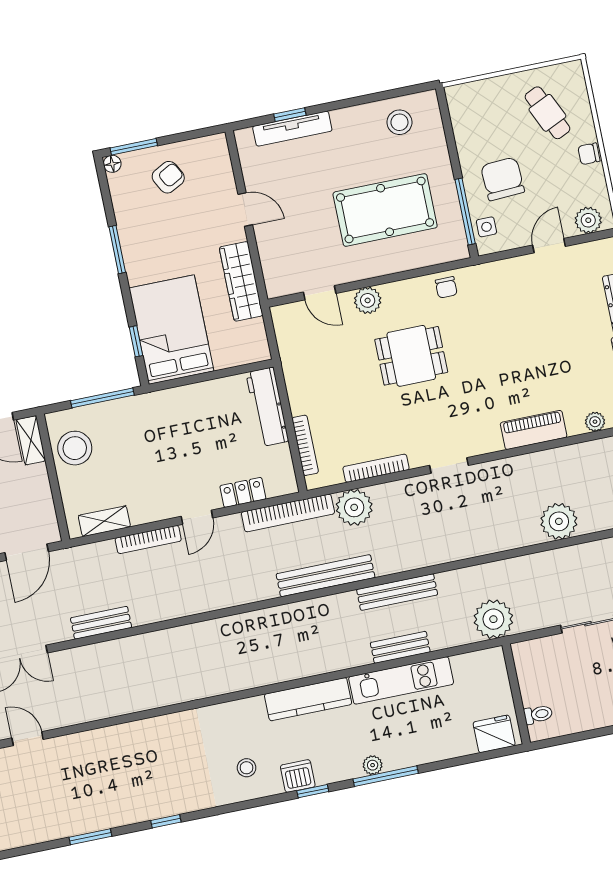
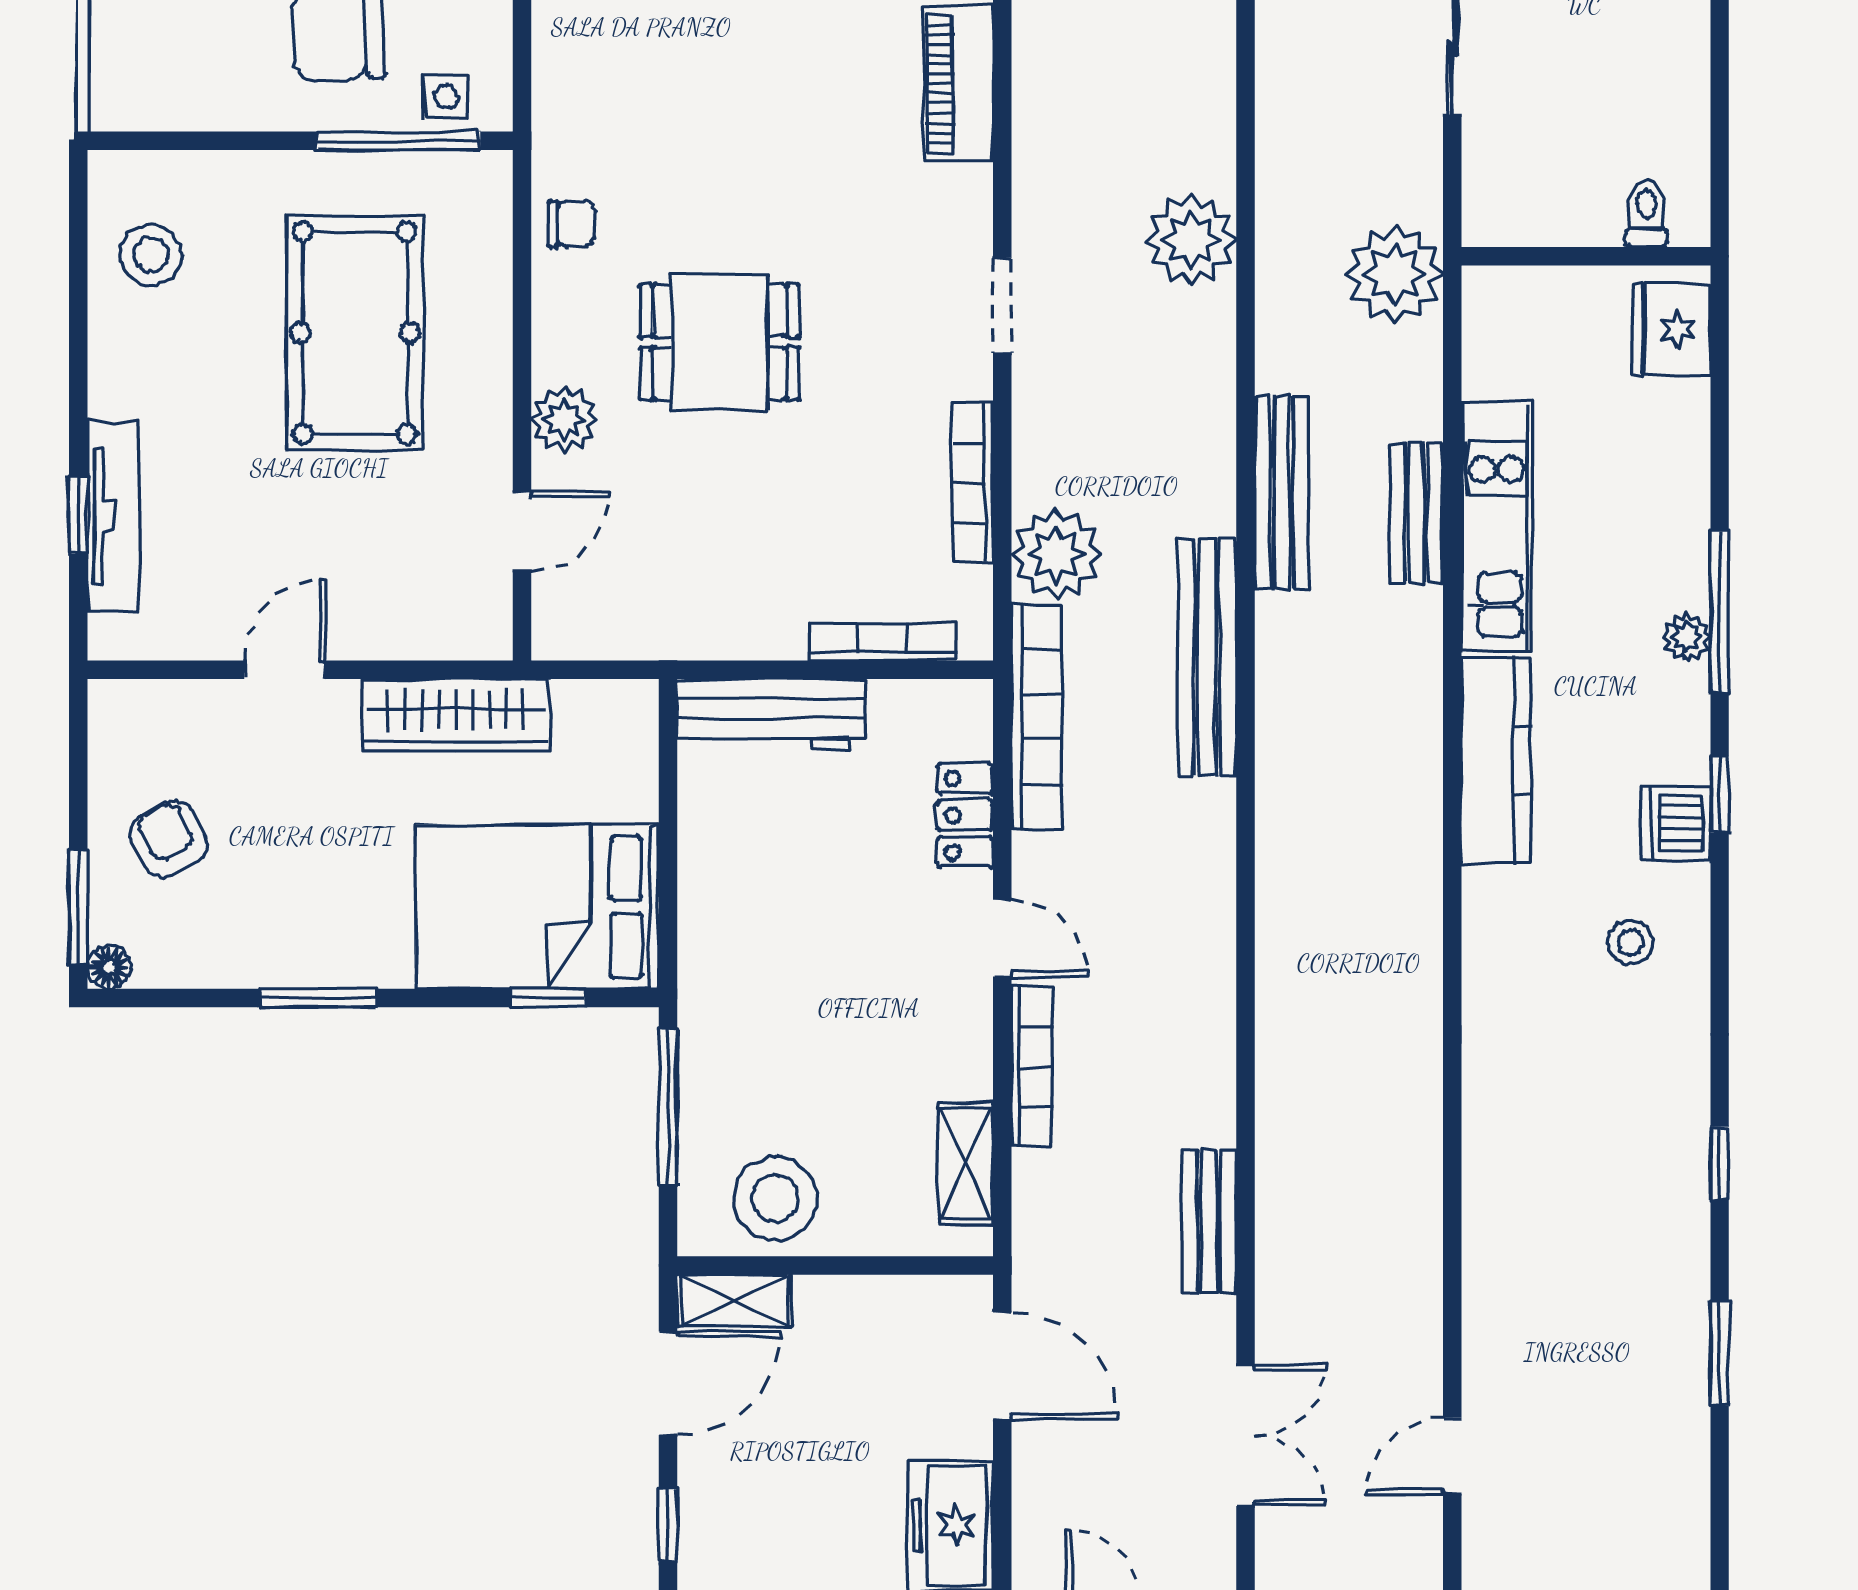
dining table: (411, 356) -> (719, 342), turned 90
plant: (559, 521) -> (1191, 240), moved

